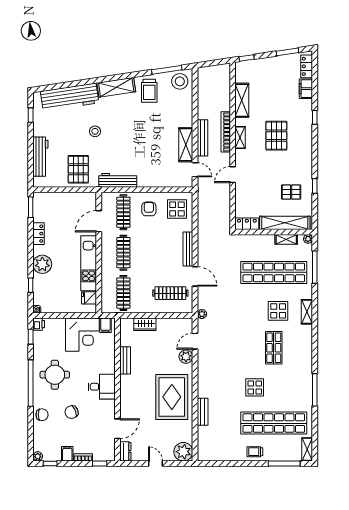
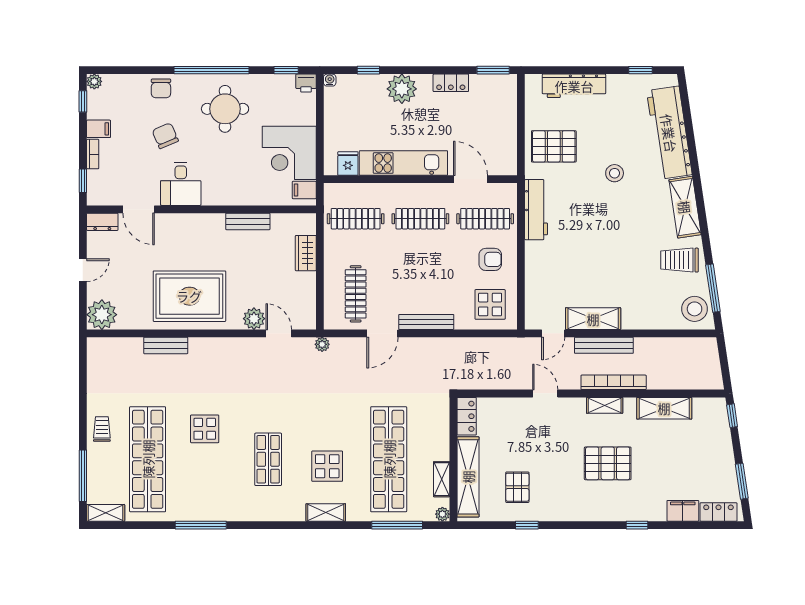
shop shelf: (274, 348) -> (268, 459), turned 90
desk: (102, 387) -> (181, 184), moved

